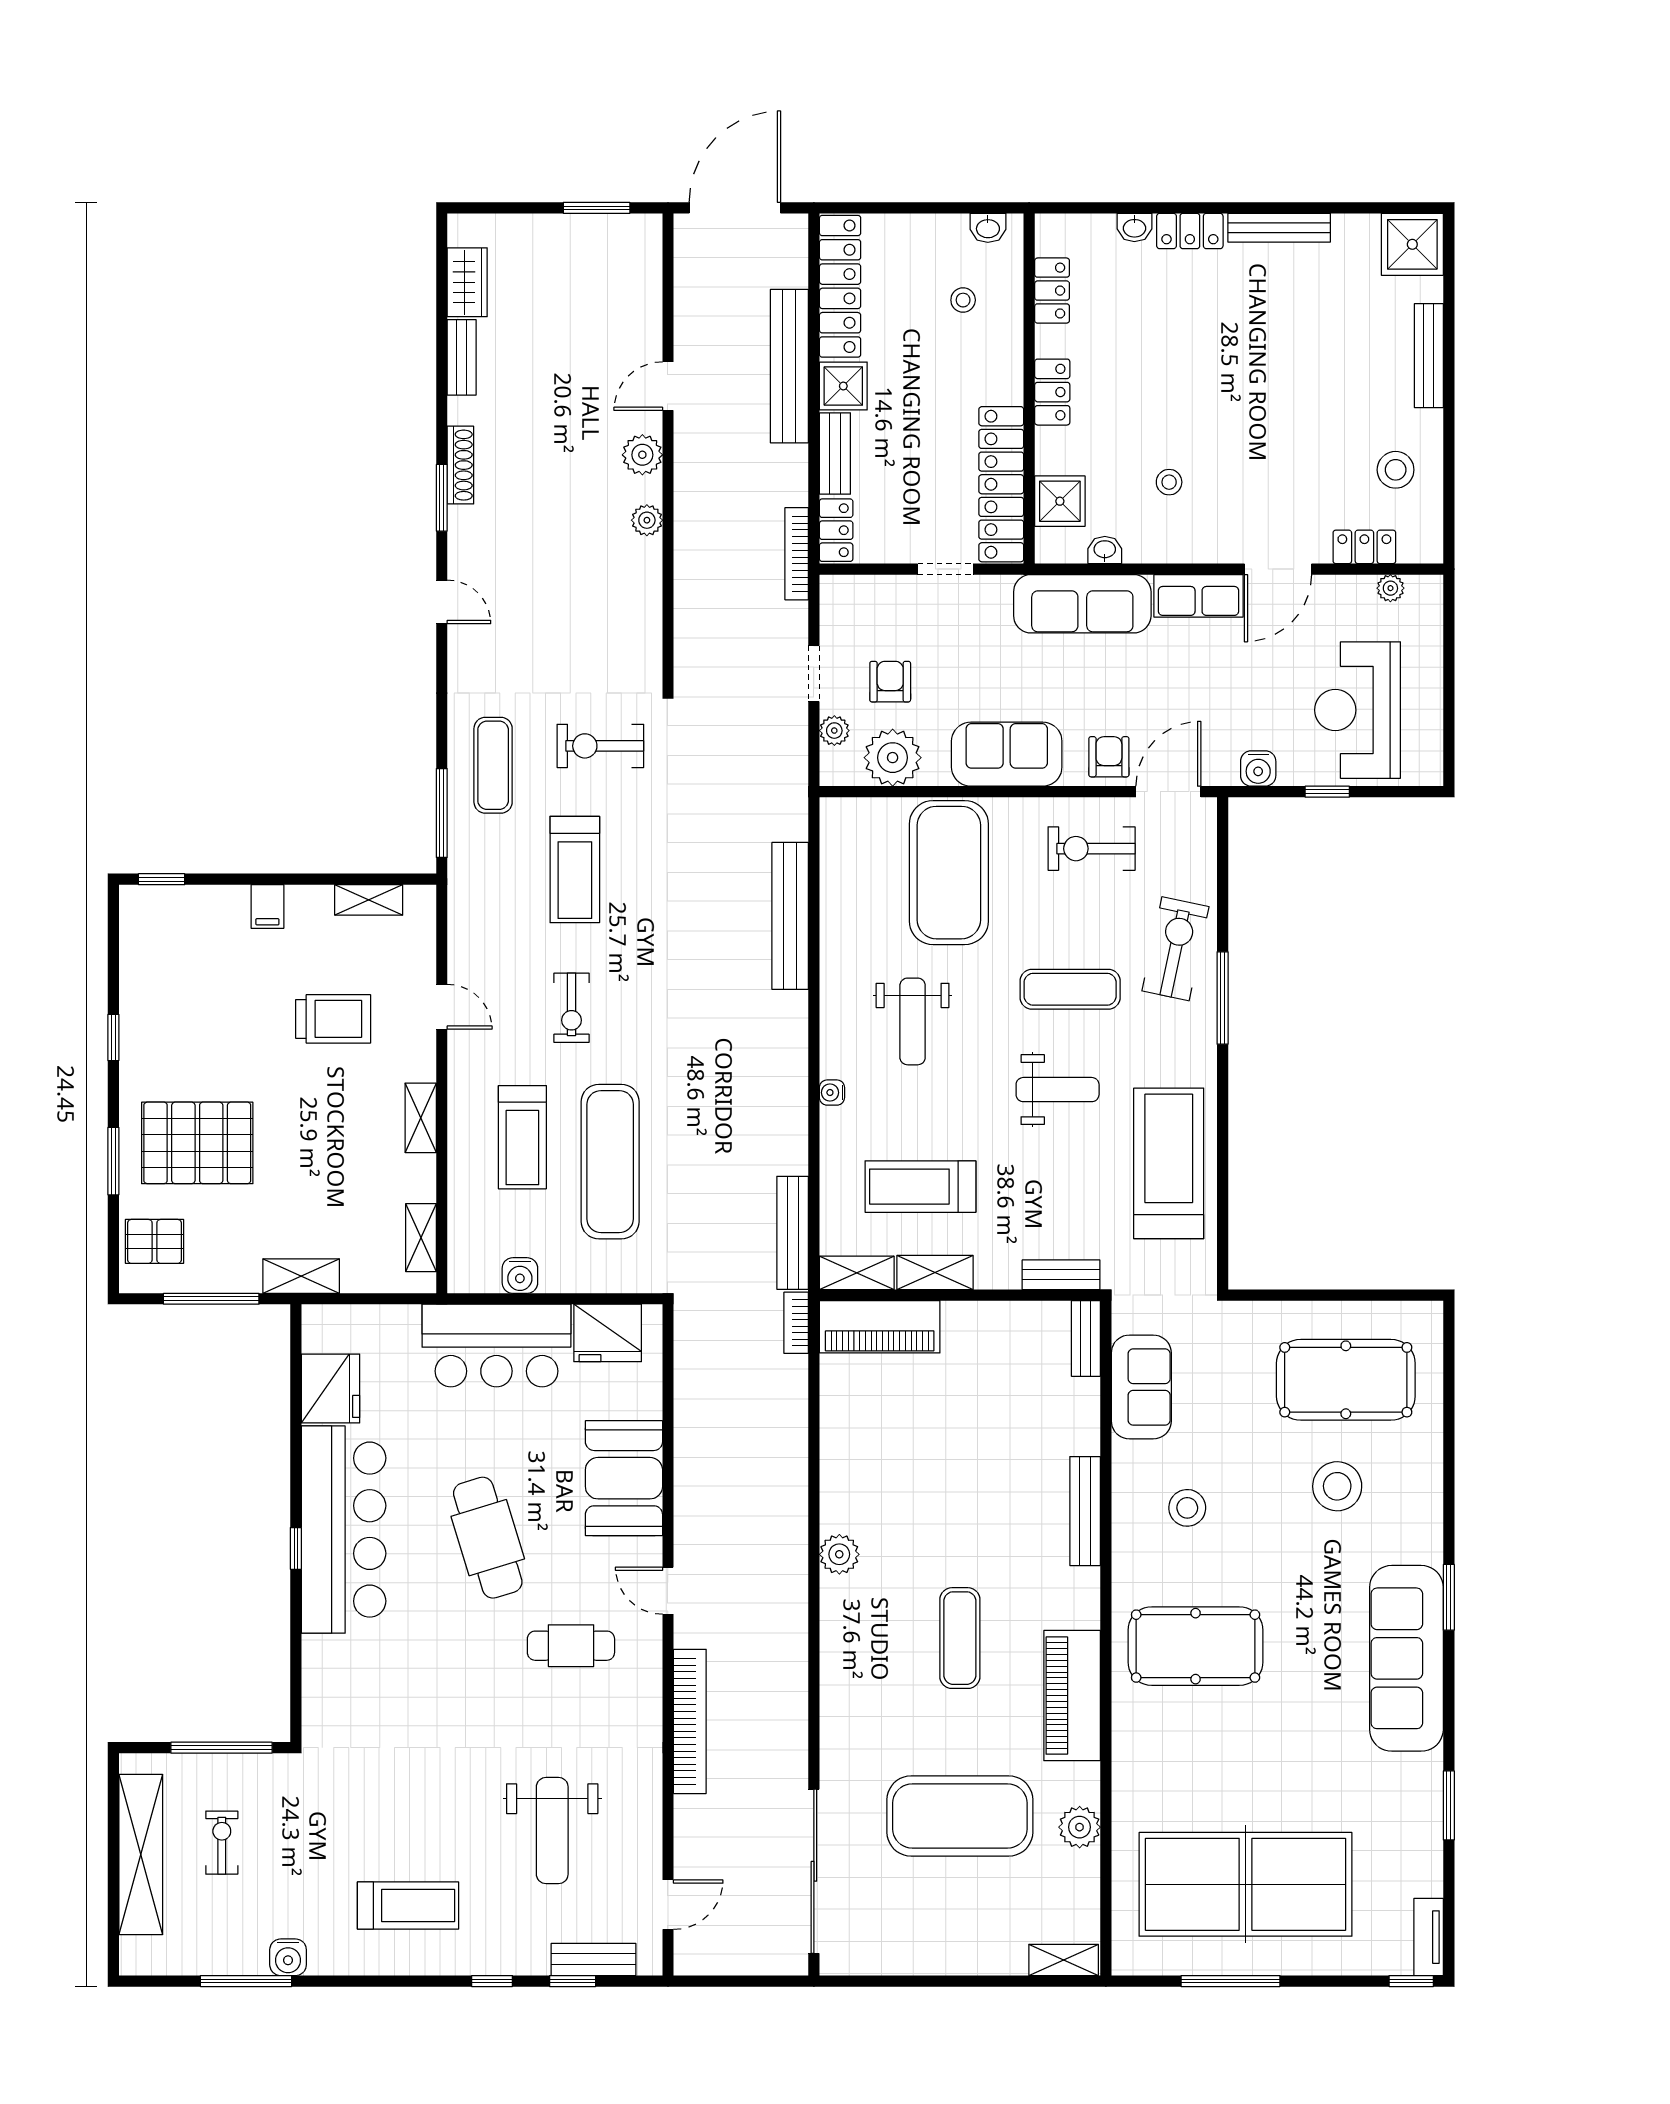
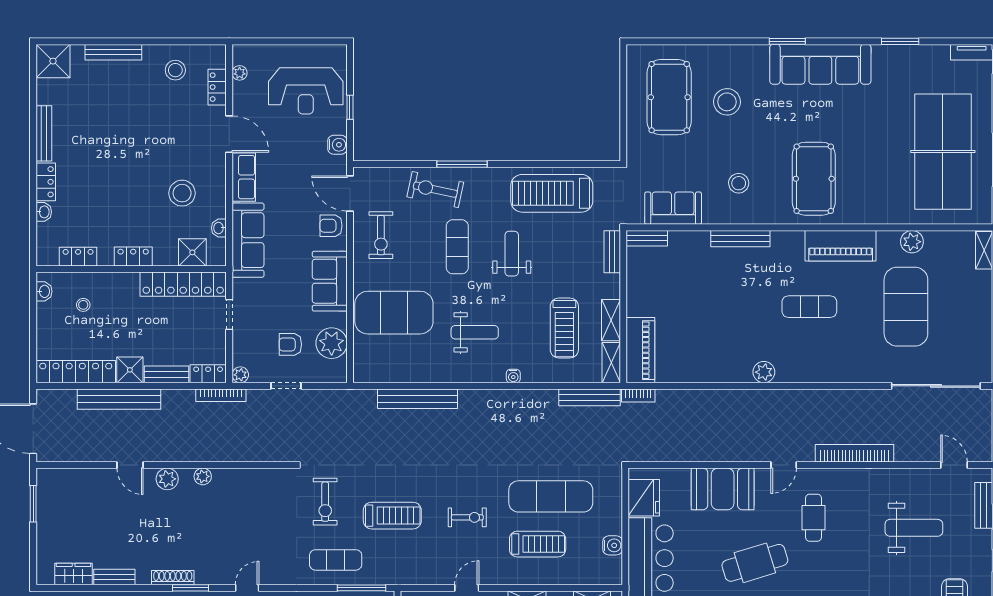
stool: (1169, 482) -> (182, 193), width x1.89, depth x1.89
plant: (834, 731) -> (240, 375), moved

